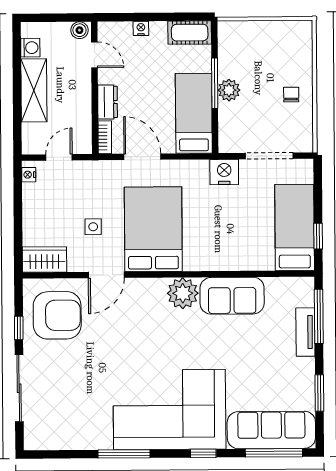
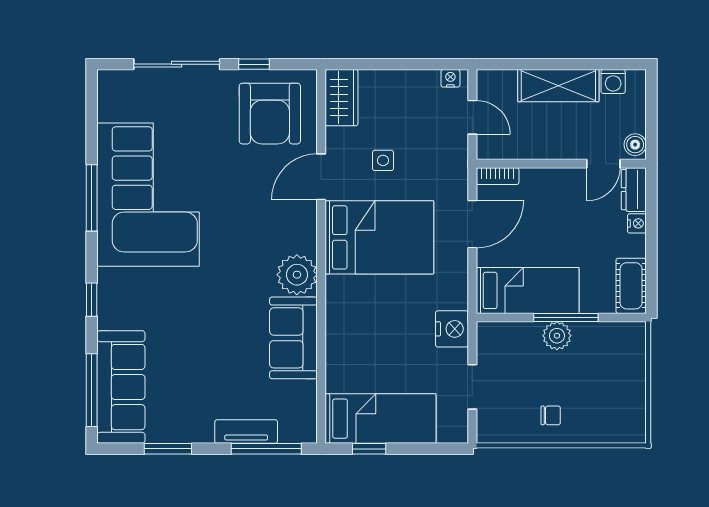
dresser: (108, 102) -> (634, 190), moved, turned 90
doorway: (269, 156) -> (472, 387), width x0.73
door: (106, 275) -> (321, 177), hinge flipped
corner sofa: (169, 410) -> (148, 195), moved

